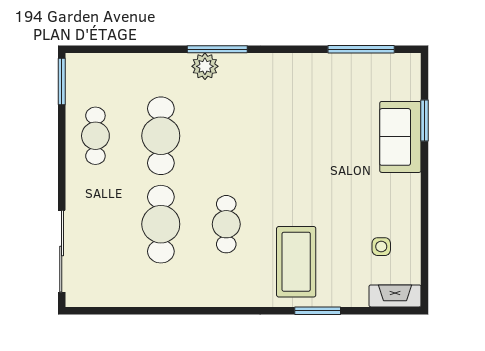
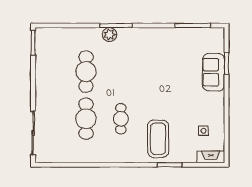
cafe table: (95, 136) -> (51, 72), removed

